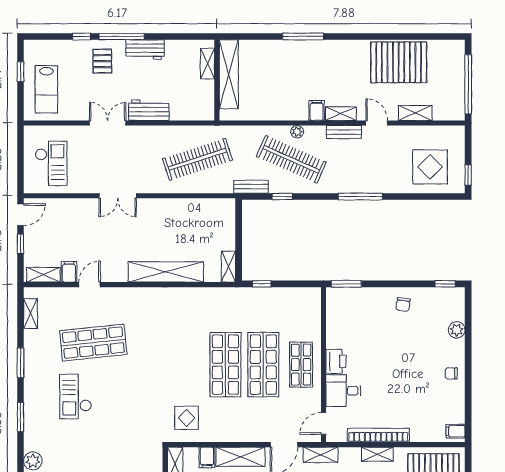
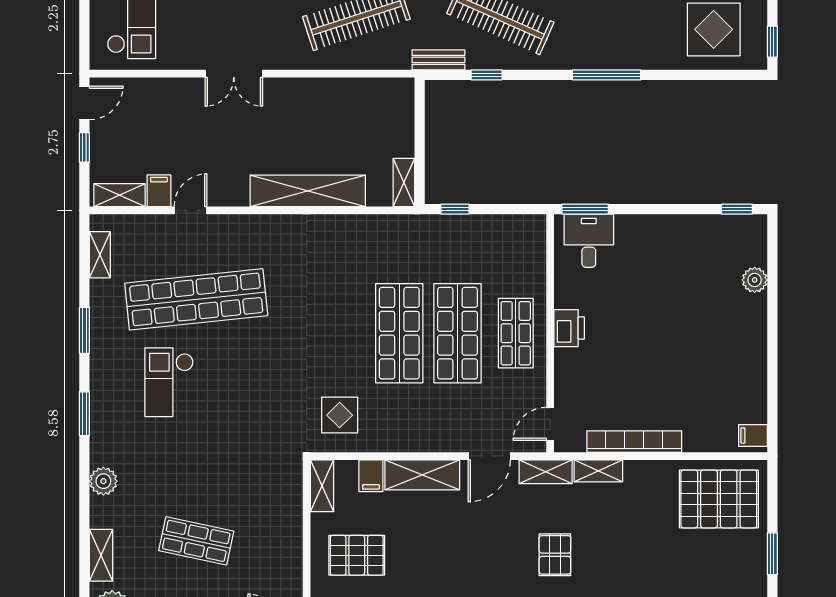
chair: (403, 304) -> (672, 241), removed
shop shelf: (93, 343) -> (196, 299), width x1.40
chair: (451, 373) -> (746, 347), removed
desk: (343, 391) -> (589, 241), moved, turned 90
shelving: (377, 454) -> (598, 471), moved

